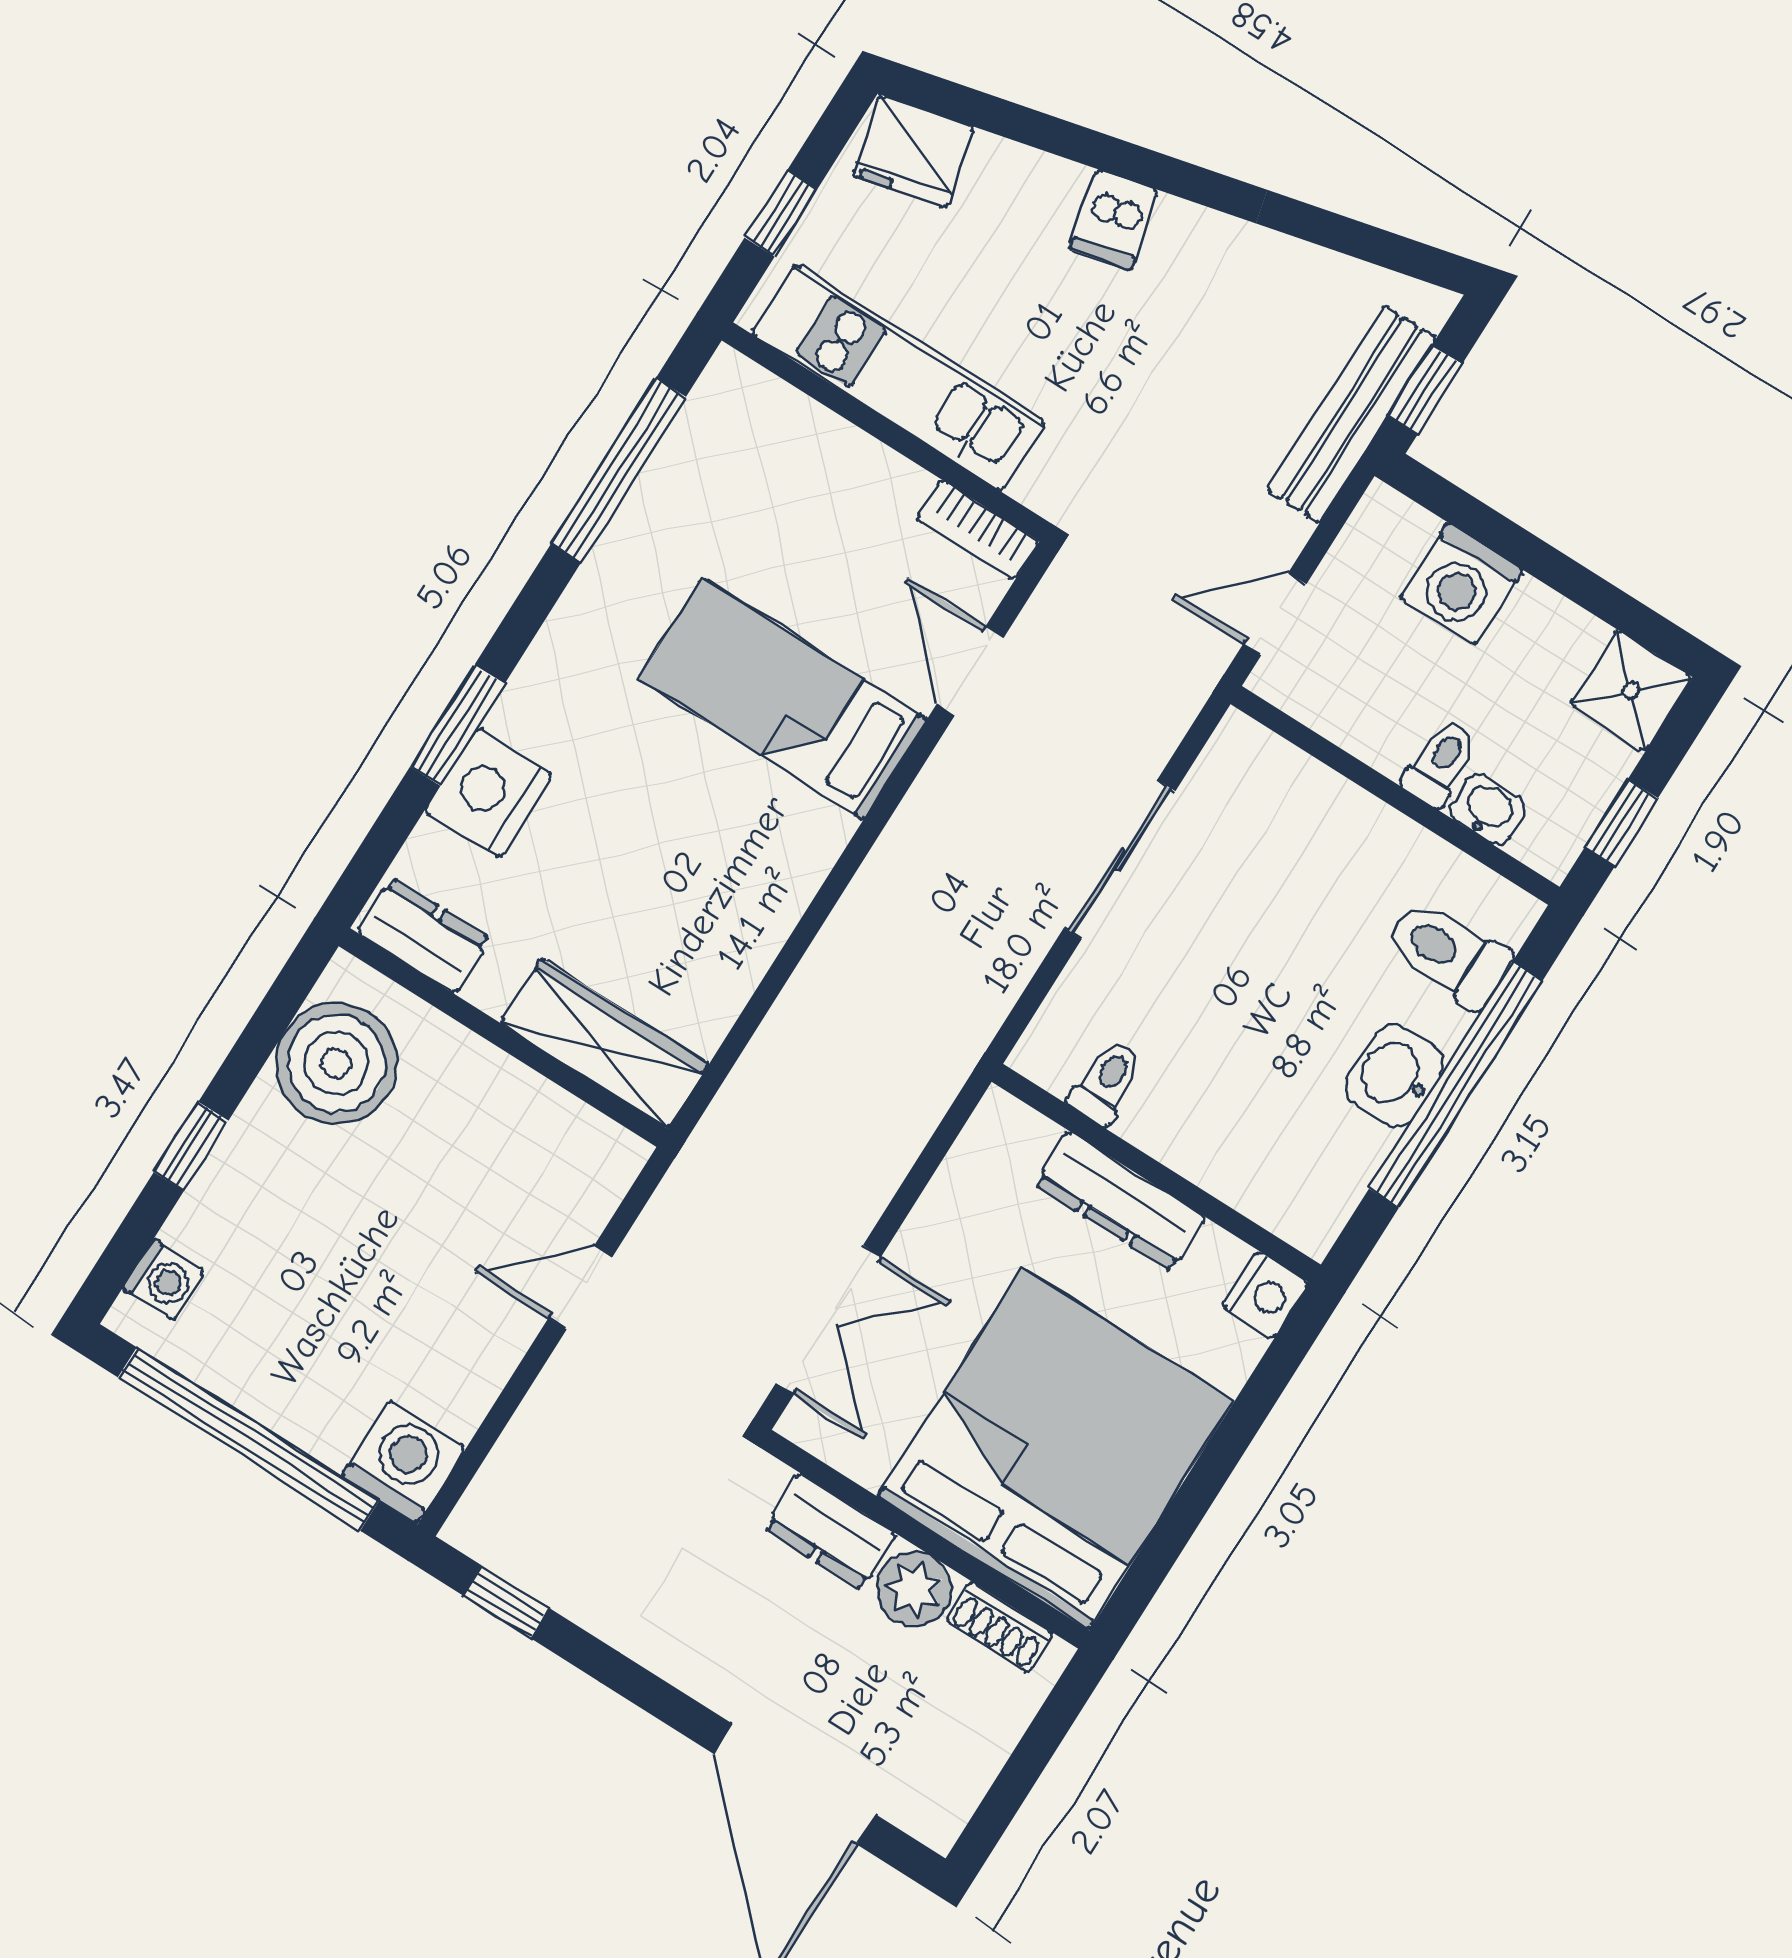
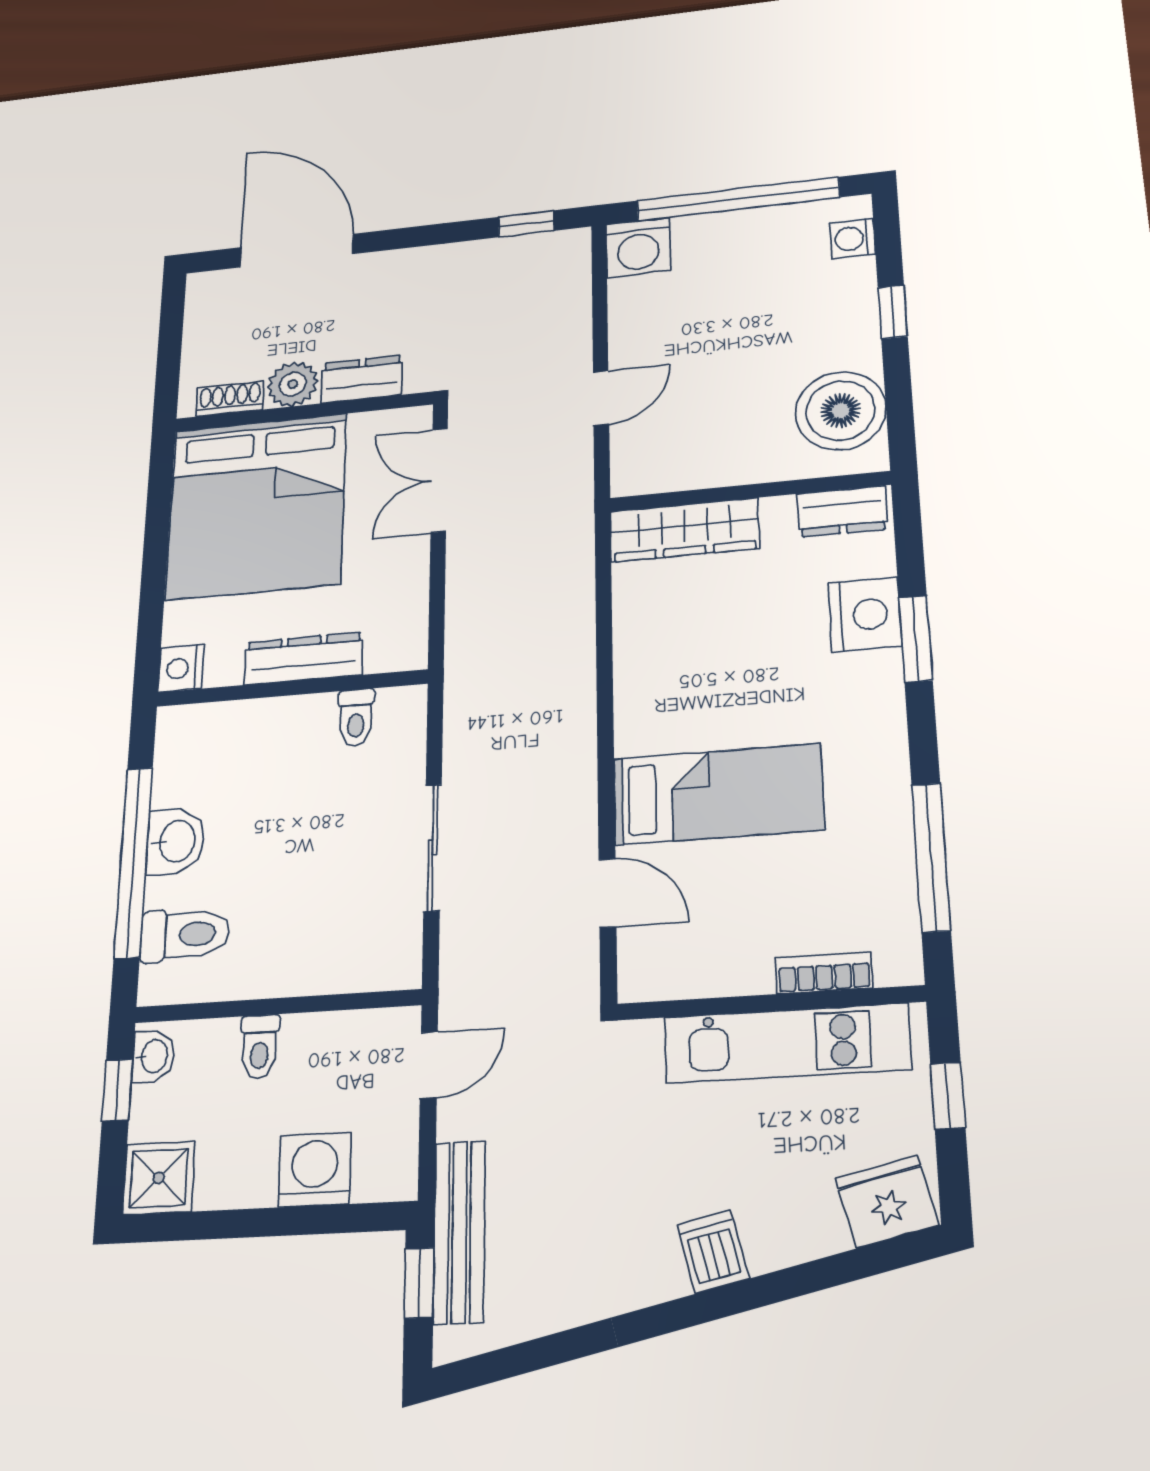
bookcase: (978, 530) -> (824, 973), moved
washbasin: (1488, 809) -> (153, 1056), moved, turned -90

